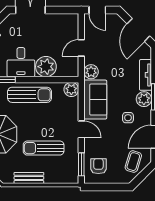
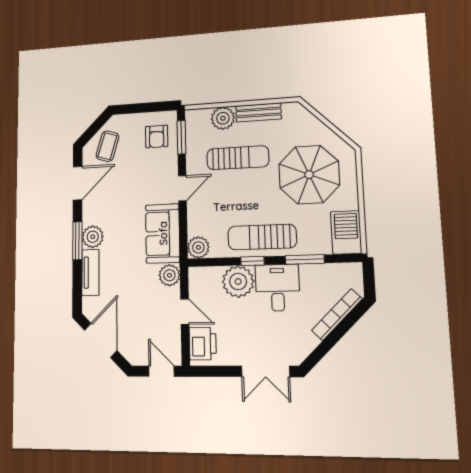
printer: (70, 27) -> (203, 344), added
door: (81, 48) -> (185, 312), hinge flipped
window: (36, 80) -> (253, 261), added
side table: (128, 118) -> (115, 209), removed
door: (81, 129) -> (182, 188), swing flipped
plant: (53, 176) -> (223, 118), added

